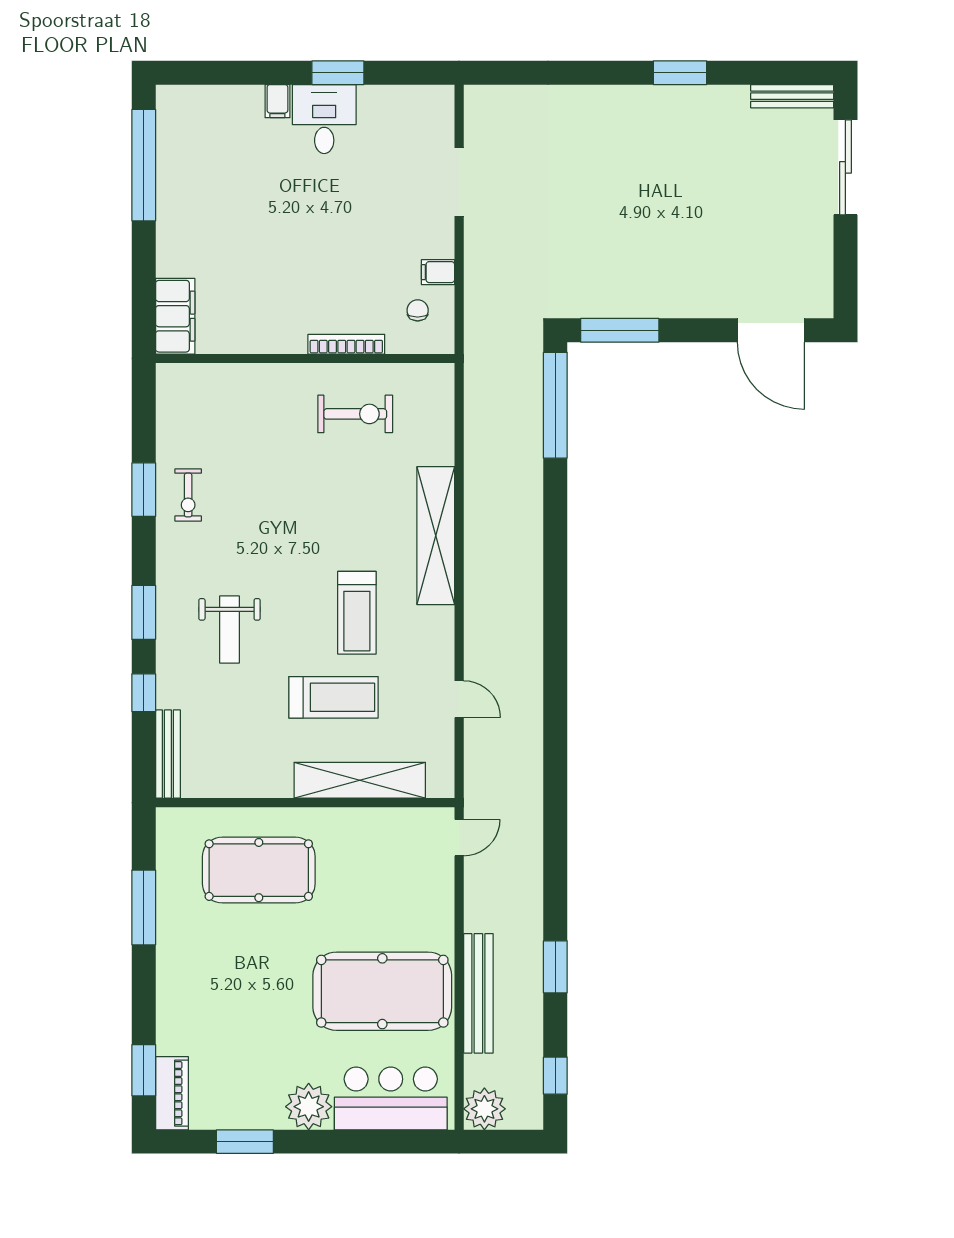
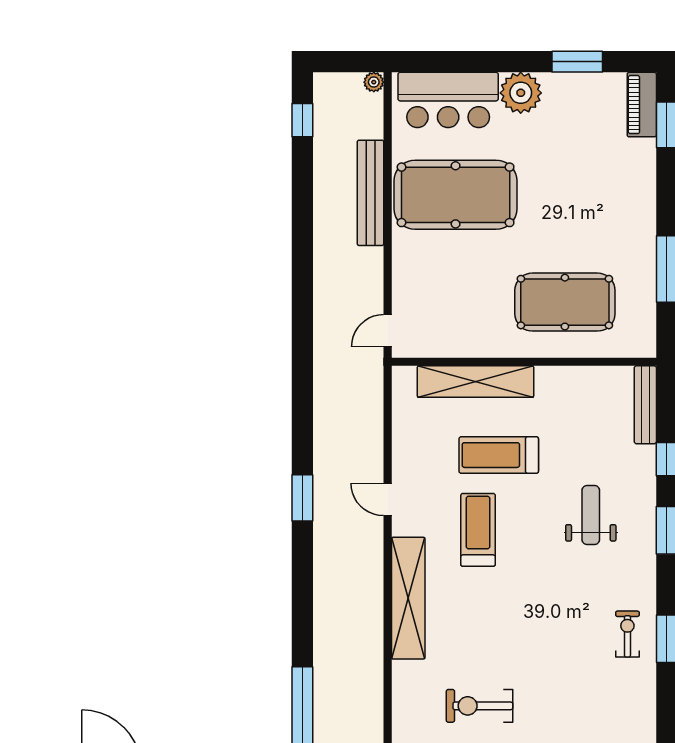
door: (459, 699) -> (388, 499), moved
window: (555, 967) -> (302, 498), moved
plant: (484, 1109) -> (374, 82), width x0.53, depth x0.53

